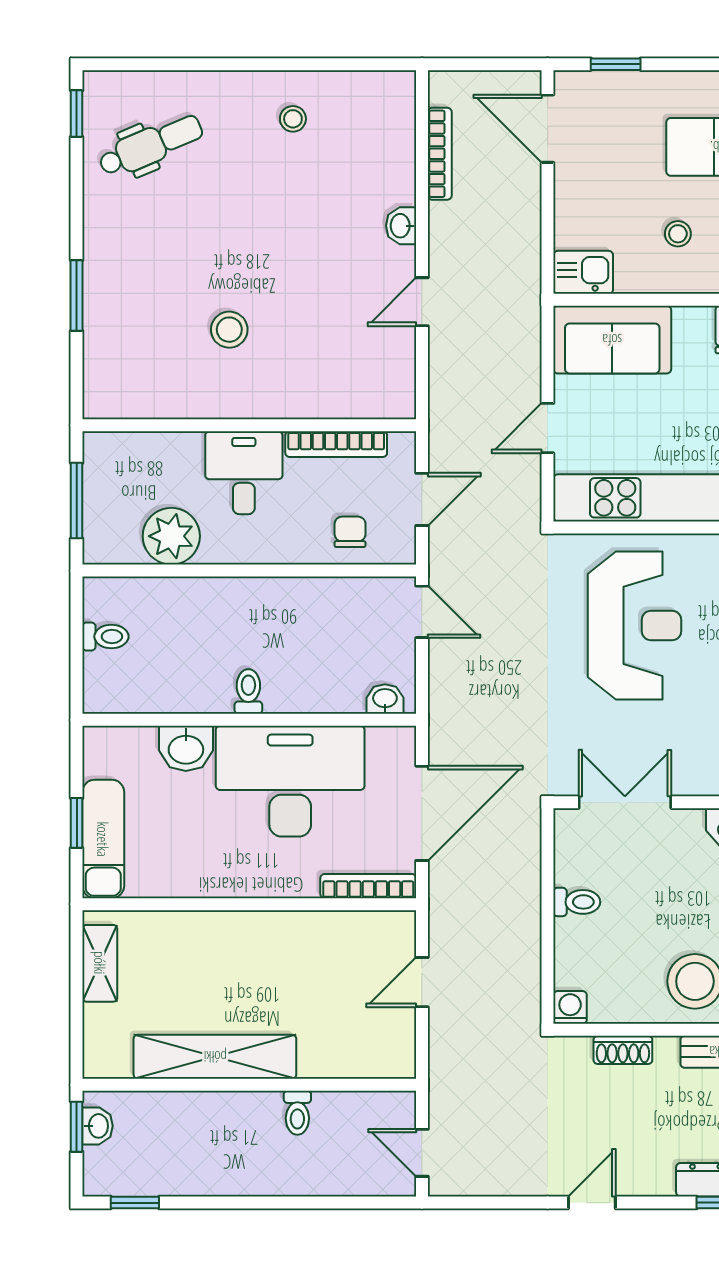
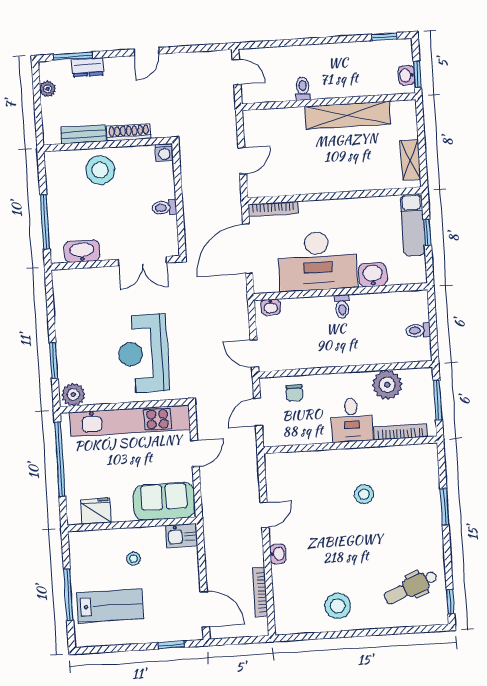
stool: (293, 119) -> (338, 606), width x1.89, depth x1.89
bookcase: (336, 444) -> (401, 432), moved
shoe rack: (623, 1050) -> (129, 132), width x1.43

